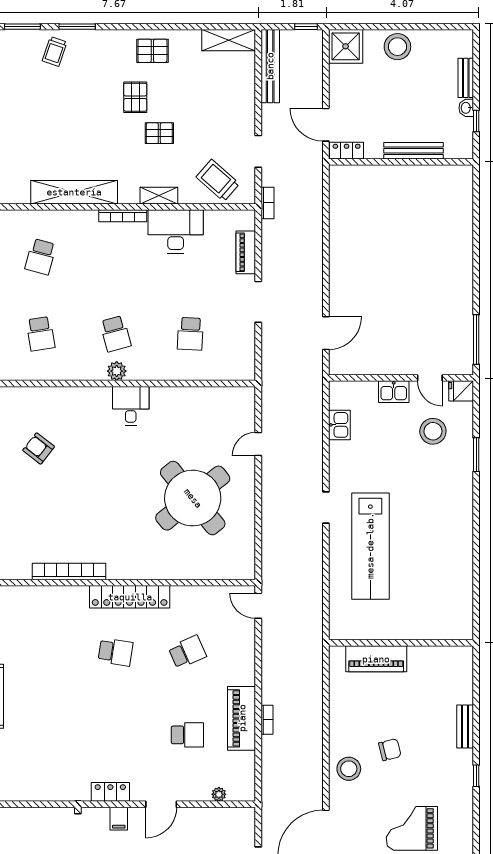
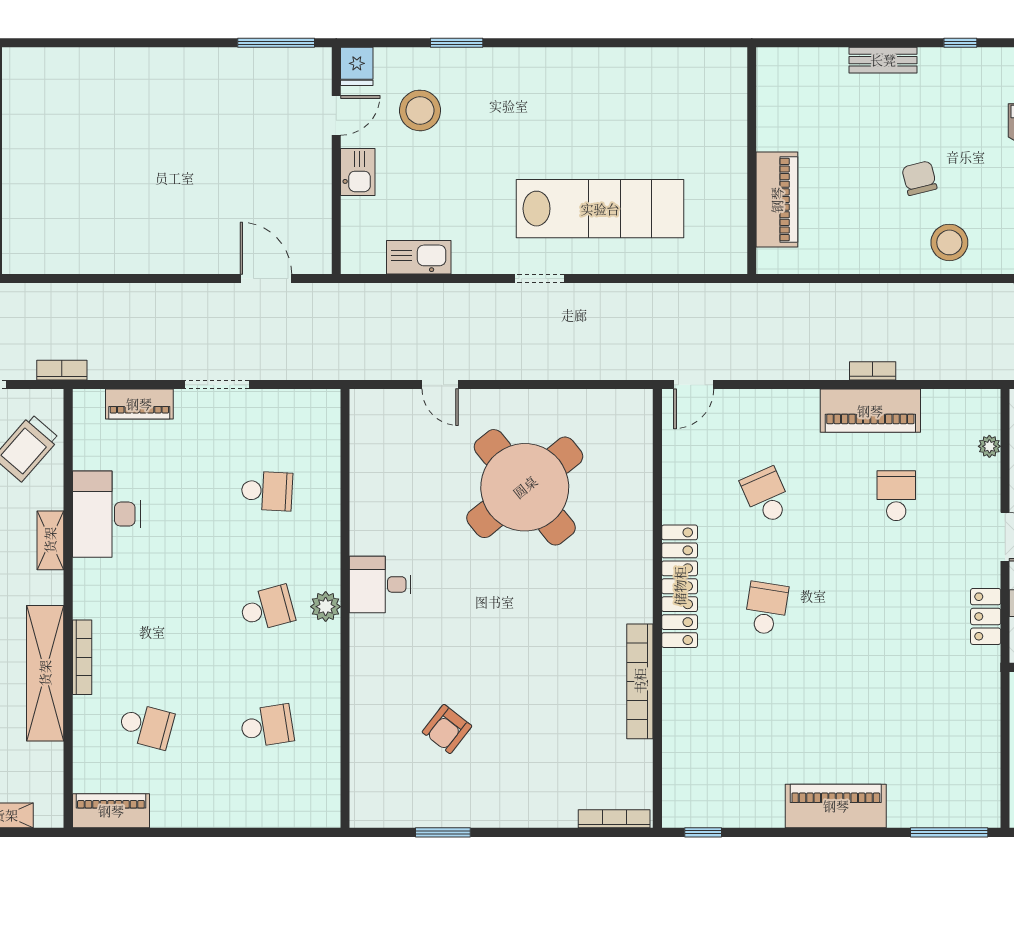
bookcase: (123, 216) -> (82, 657), moved
kitchen sink: (339, 425) -> (419, 257), width x1.38

